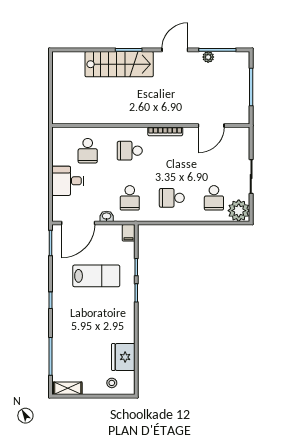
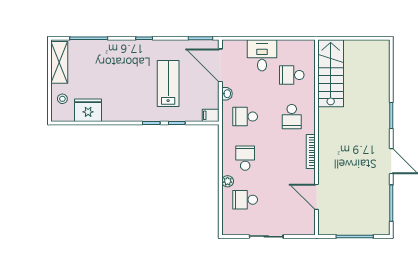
plant: (208, 57) -> (384, 194), removed
stairs: (119, 64) -> (331, 73), moved, turned 180
school desk: (130, 151) -> (292, 117), turned 180
plant: (239, 211) -> (228, 181), moved, width x0.53, depth x0.53
lab bench: (96, 276) -> (168, 84), turned 180
shelving: (68, 388) -> (59, 62), width x1.50, depth x1.33

